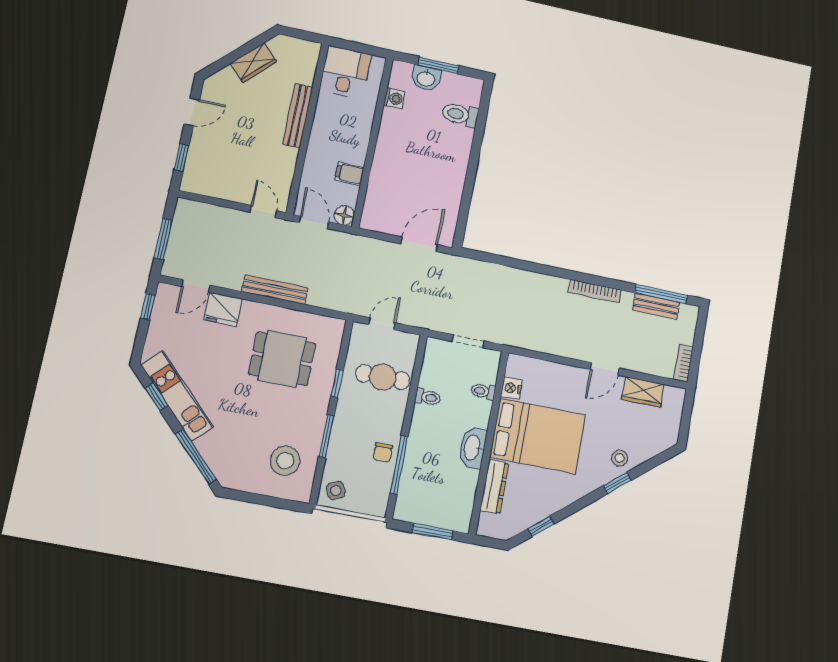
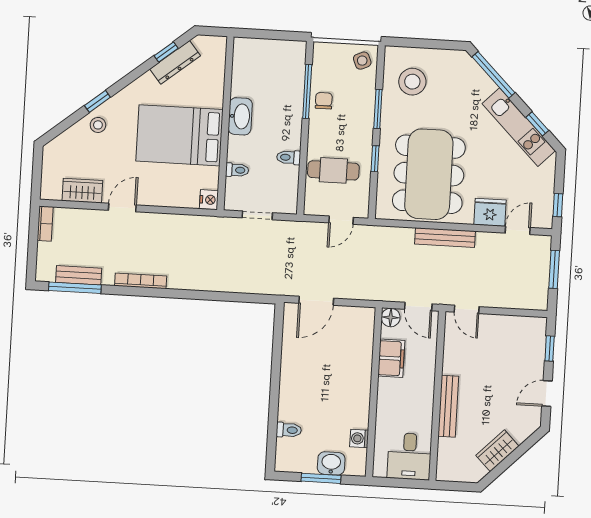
toilet: (460, 115) -> (289, 430), width x0.73, depth x0.72
filing cabinet: (350, 174) -> (391, 358), width x2.00
dining table: (282, 359) -> (429, 174), width x1.88, depth x1.24
nightstand: (512, 388) -> (209, 200), moved
dresser: (494, 487) -> (175, 62), moved, turned -129
window: (432, 532) -> (268, 34), removed

